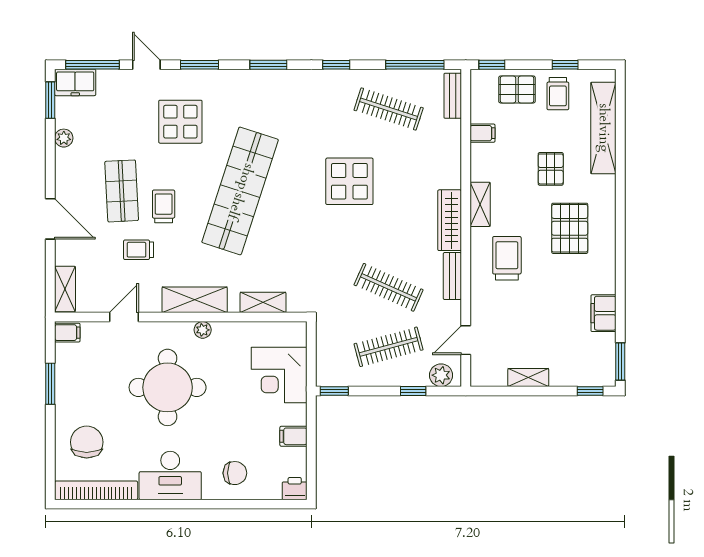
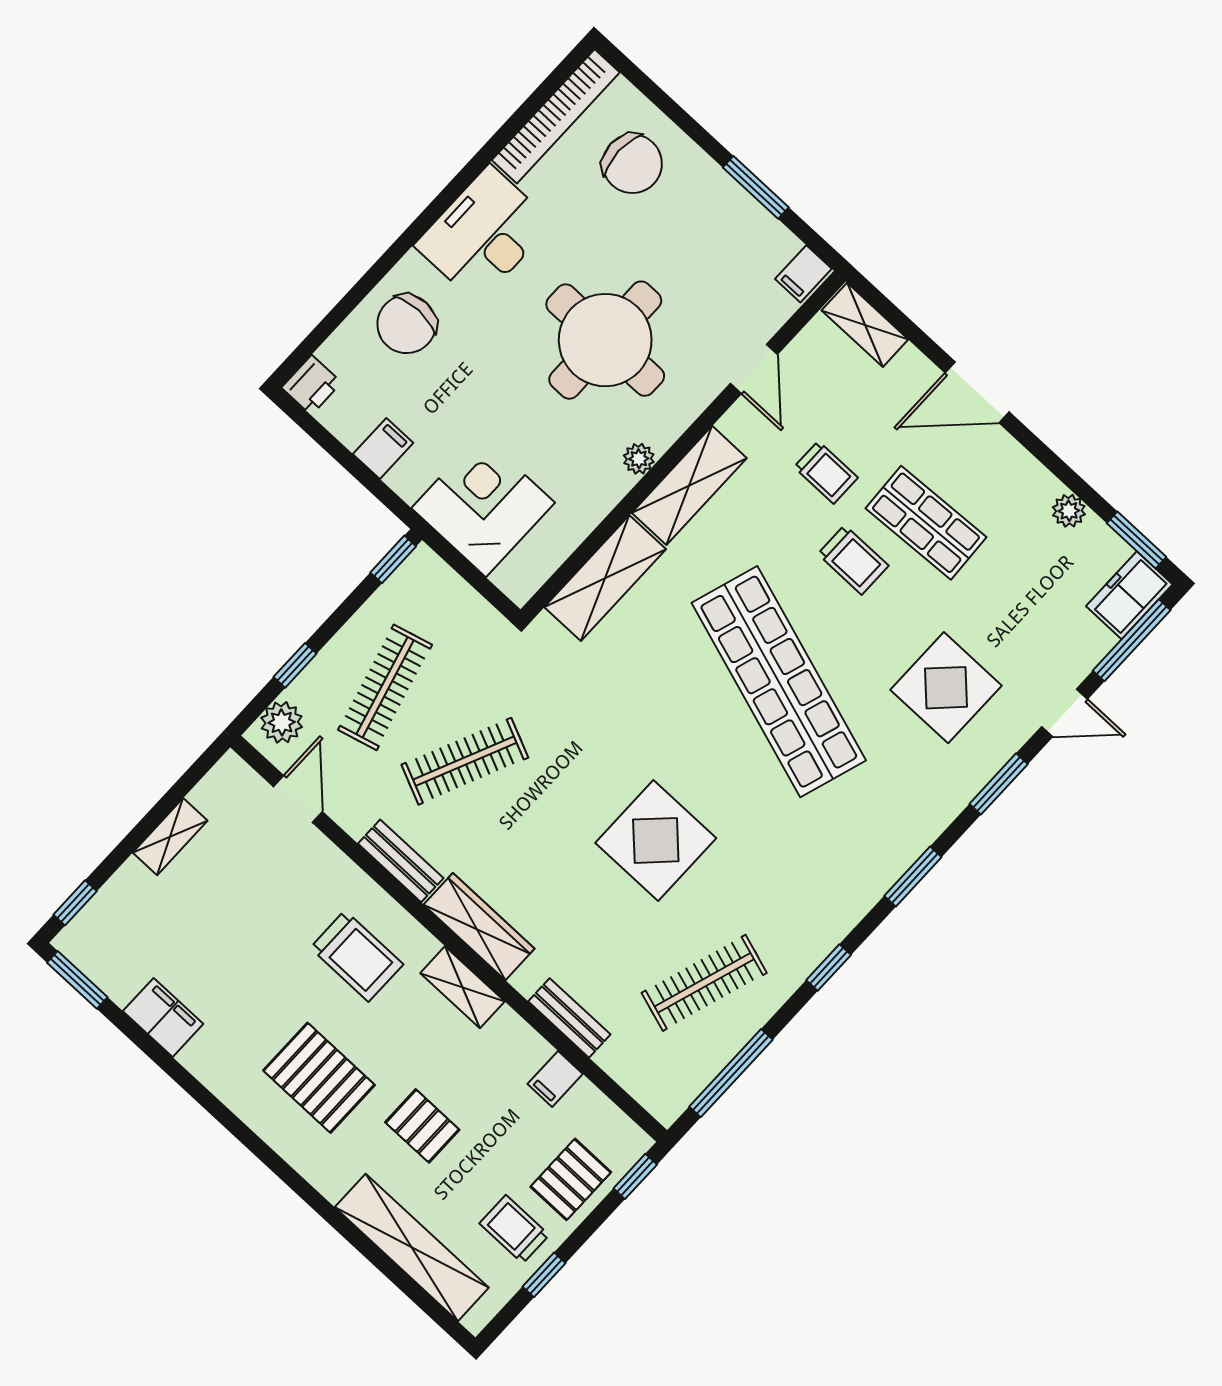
bench: (453, 96) -> (569, 1018), moved
trolley: (139, 250) -> (826, 472), turned 90
shelving: (263, 302) -> (605, 578), width x1.50, depth x1.33
chair: (235, 473) -> (407, 324), width x1.37, depth x1.37

